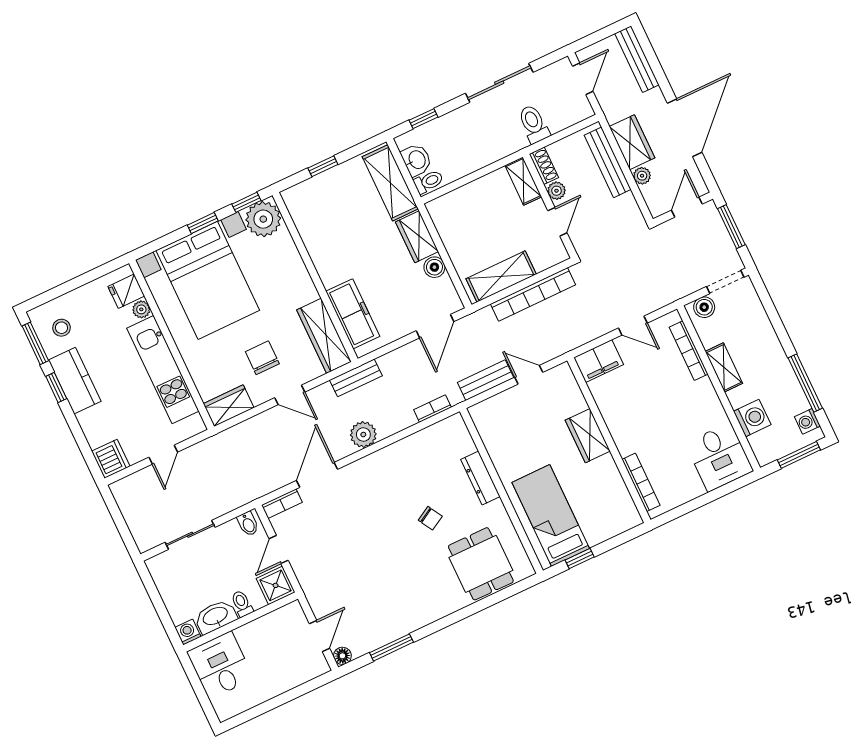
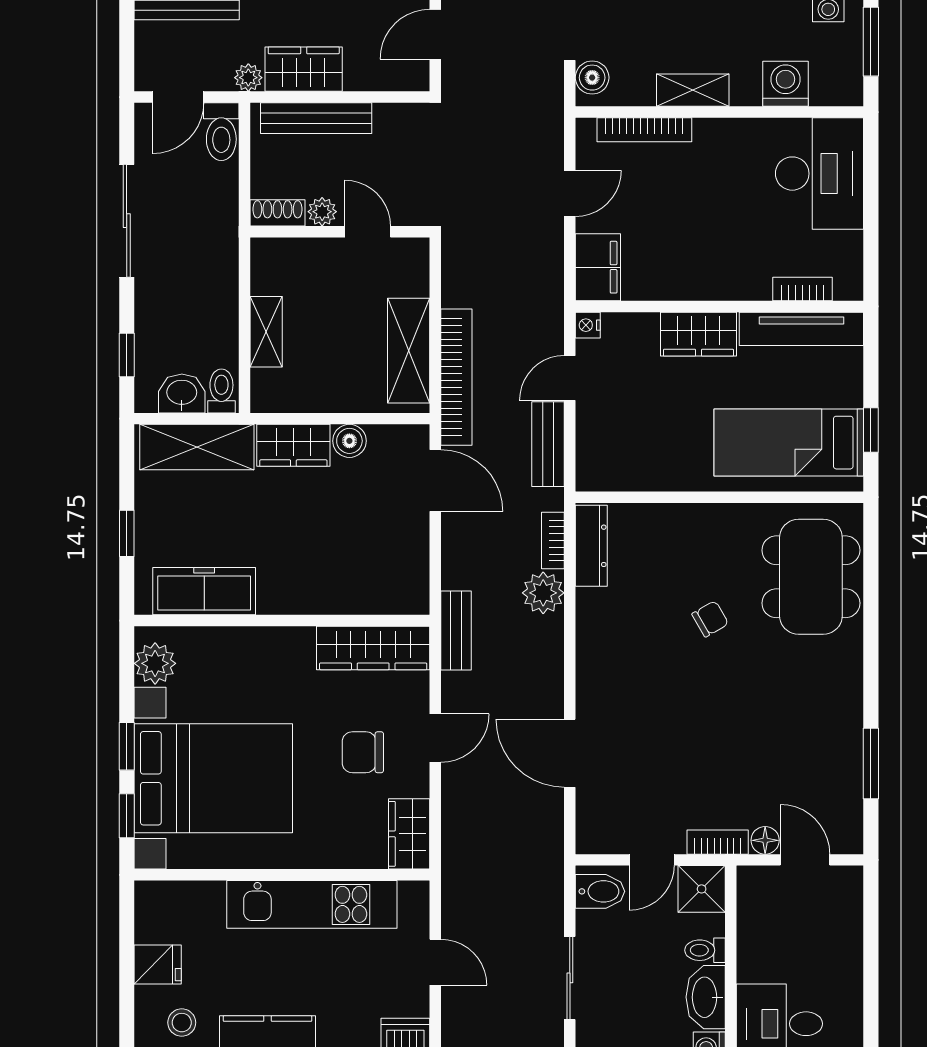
door: (583, 79) -> (178, 97), swing flipped
toilet: (534, 124) -> (221, 132), moved, turned -90
plant: (642, 176) -> (248, 78), moved
shelving: (523, 181) -> (266, 332), moved, turned 90
window: (246, 202) -> (127, 816), moved
door: (687, 207) -> (435, 34), hinge flipped
plant: (263, 219) -> (155, 663), width x0.73, depth x0.73
fridge: (126, 291) -> (158, 964), moved, turned -90
bookcase: (533, 294) -> (456, 377), moved
plant: (141, 309) -> (210, 894), removed
freezer: (353, 314) -> (204, 591), moved
nightstand: (563, 371) -> (588, 325), added
plant: (363, 435) -> (543, 593), moved
desk: (719, 457) -> (819, 174), width x1.37
dresser: (480, 478) -> (591, 546), moved, turned -90
bookcase: (641, 482) -> (803, 289), width x0.64
tv unit: (618, 492) -> (801, 329), added
bookcase: (282, 504) -> (718, 842), moved, turned -90
bidet: (248, 524) -> (600, 891), width x1.38, depth x1.36
door: (279, 549) -> (652, 860), hinge flipped
dining table: (481, 564) -> (811, 577), width x1.38
floor lamp: (342, 656) -> (765, 840), moved

